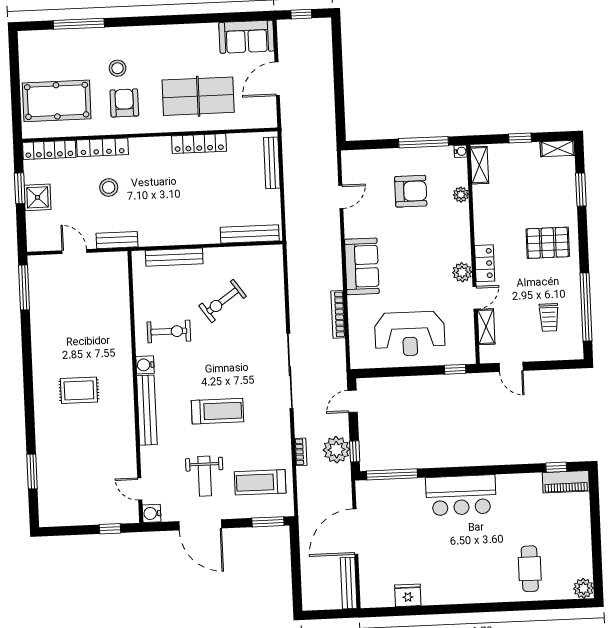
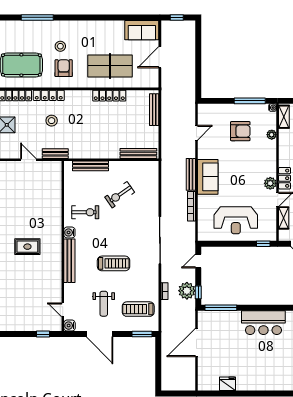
bench: (349, 583) -> (191, 174), moved

